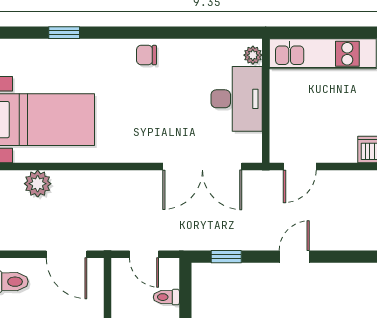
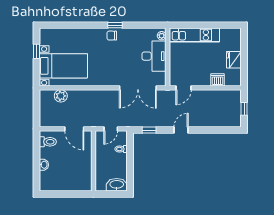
window: (64, 33) -> (115, 25), moved
door: (144, 254) -> (111, 129), hinge flipped

